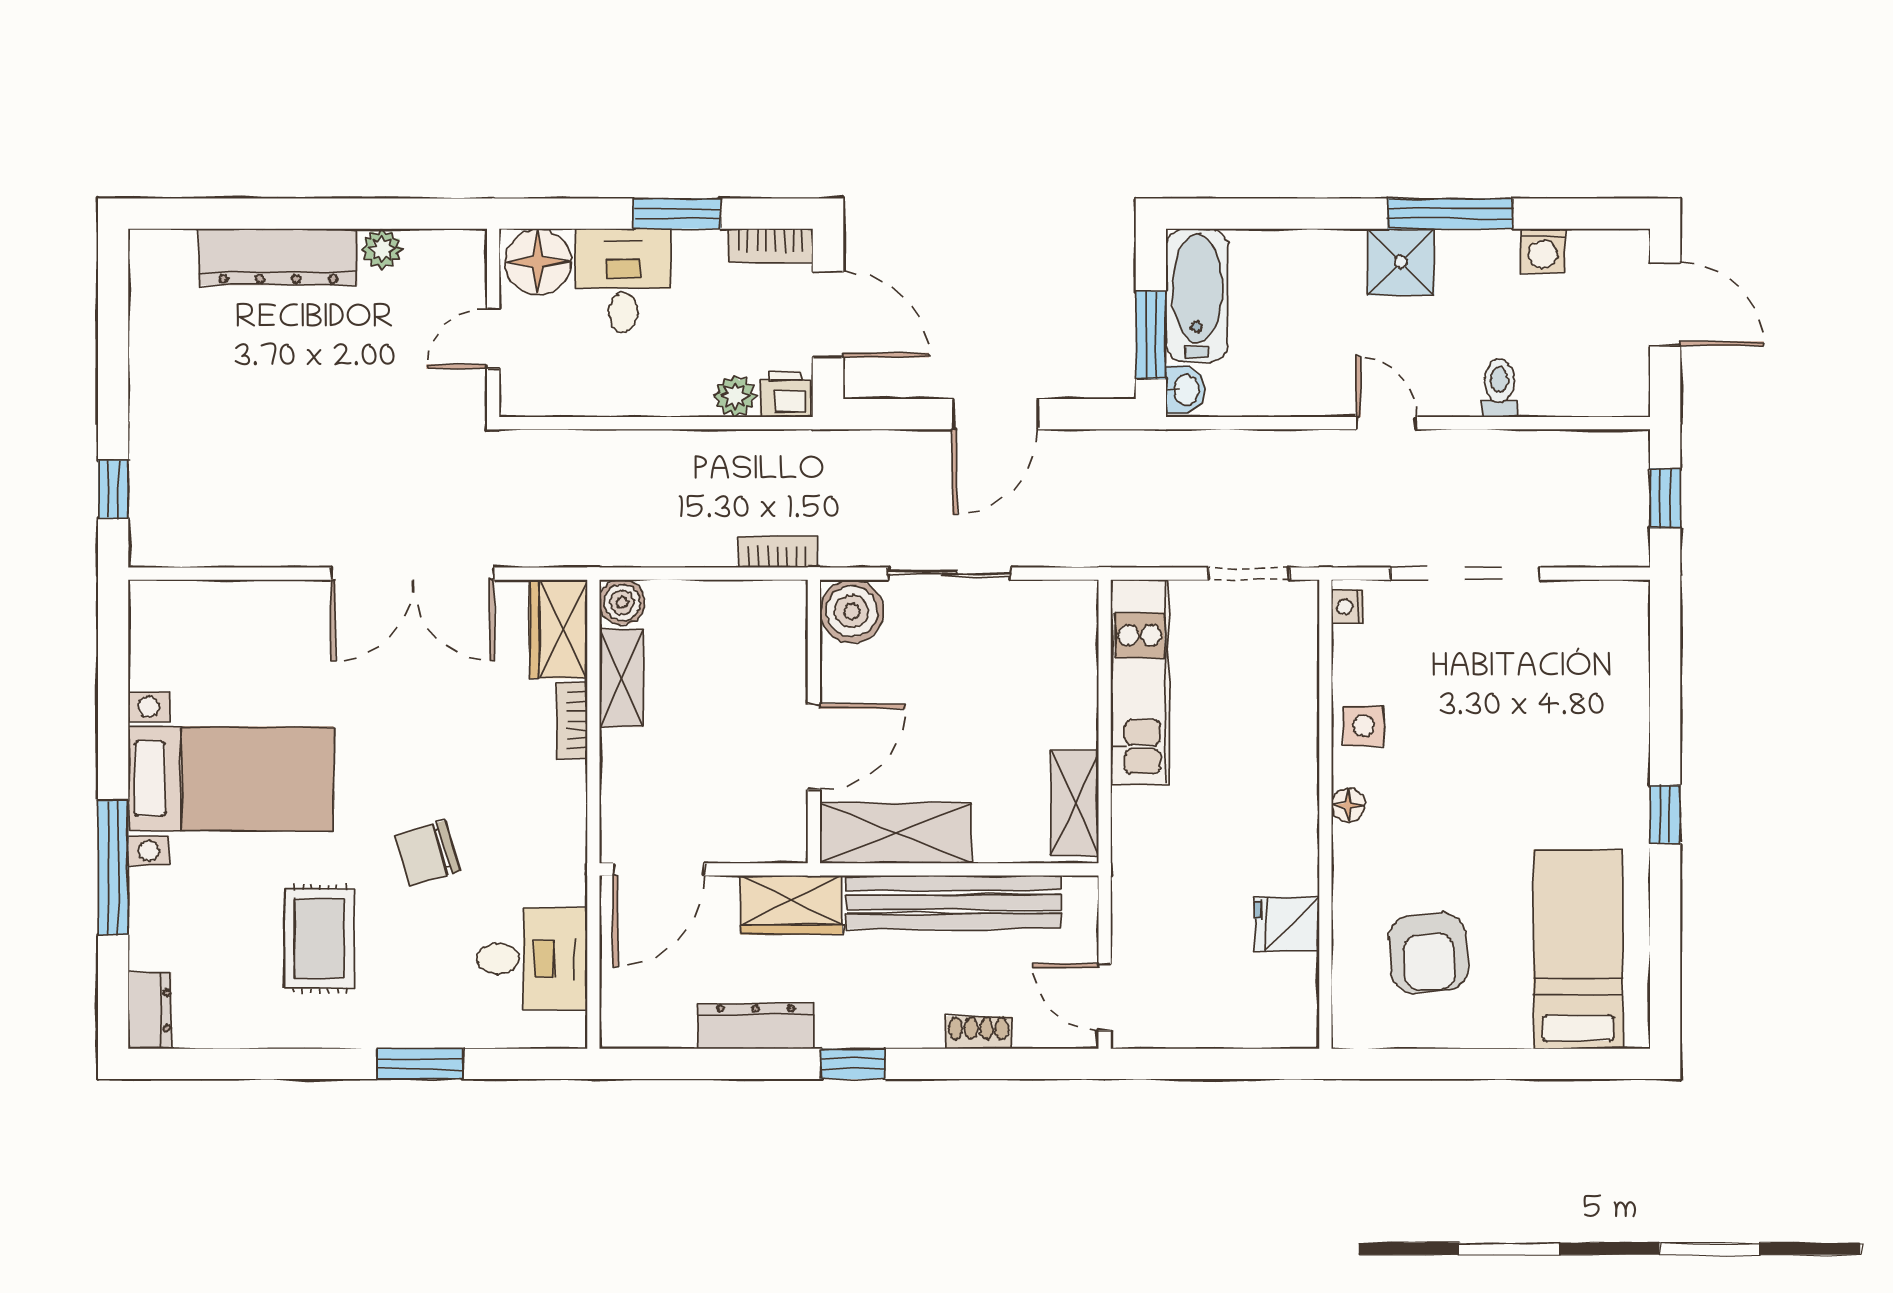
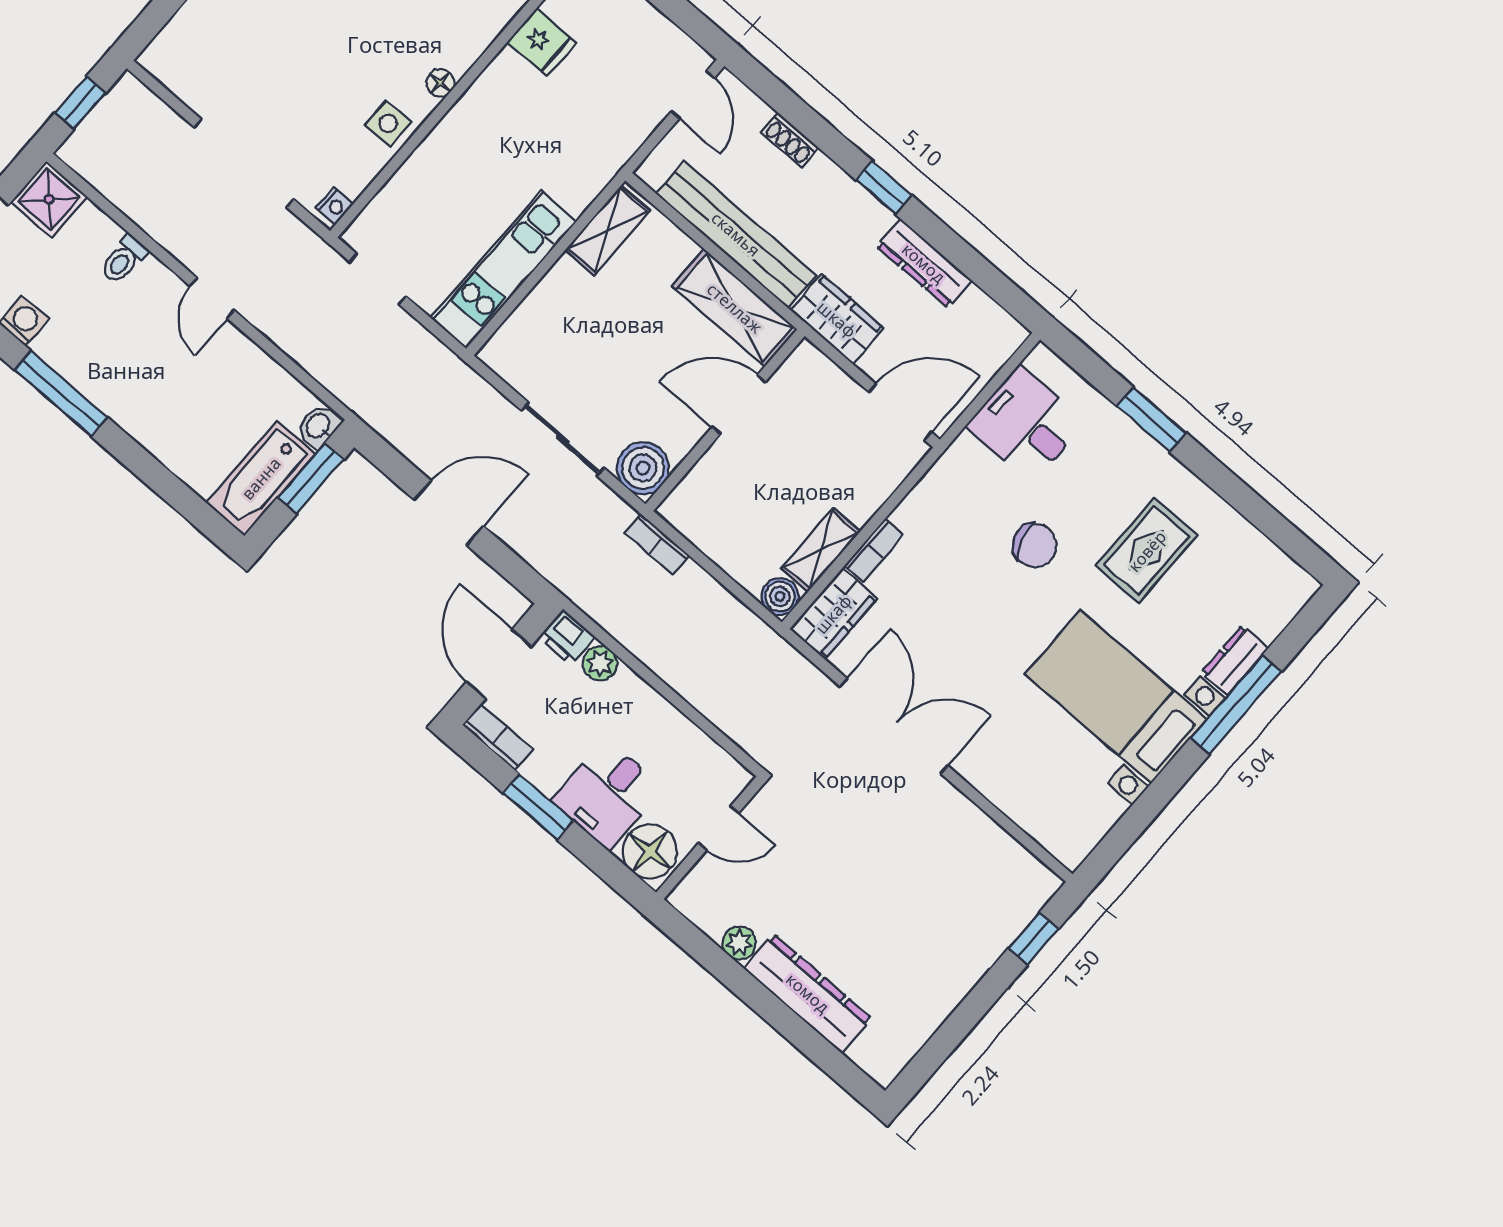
shower: (1401, 262) -> (49, 199), moved
dresser: (150, 1010) -> (1235, 660), moved

